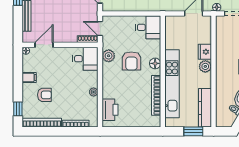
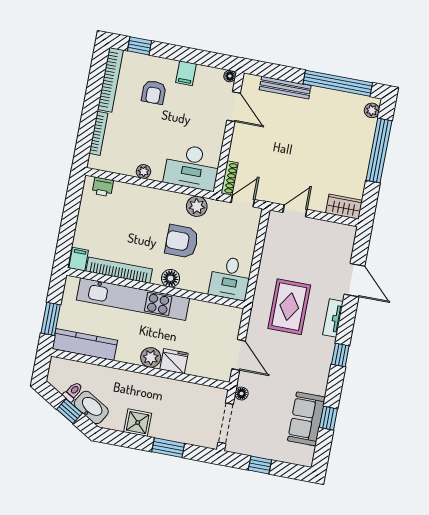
desk: (85, 59) -> (192, 167), width x1.37
printer: (110, 110) -> (103, 187), width x0.53, depth x0.68
filing cabinet: (154, 121) -> (79, 259), added

